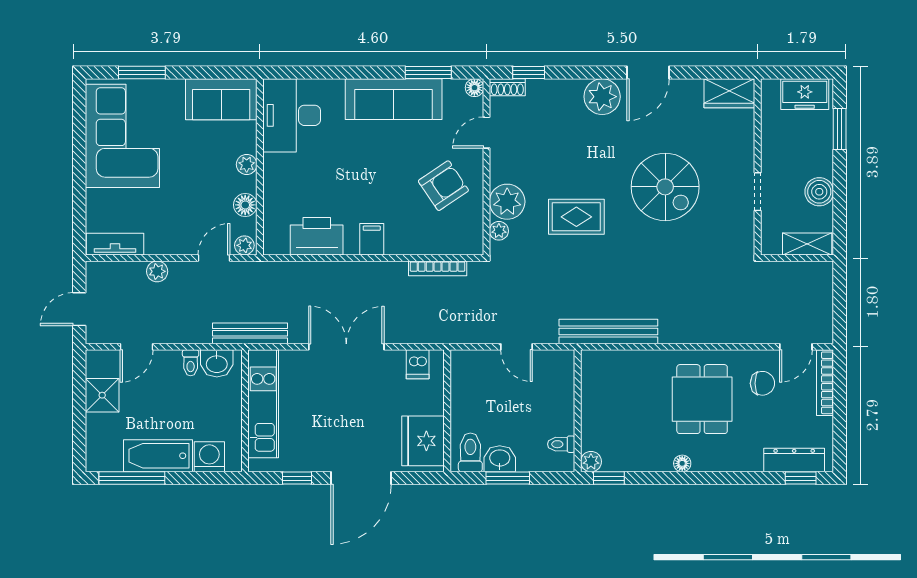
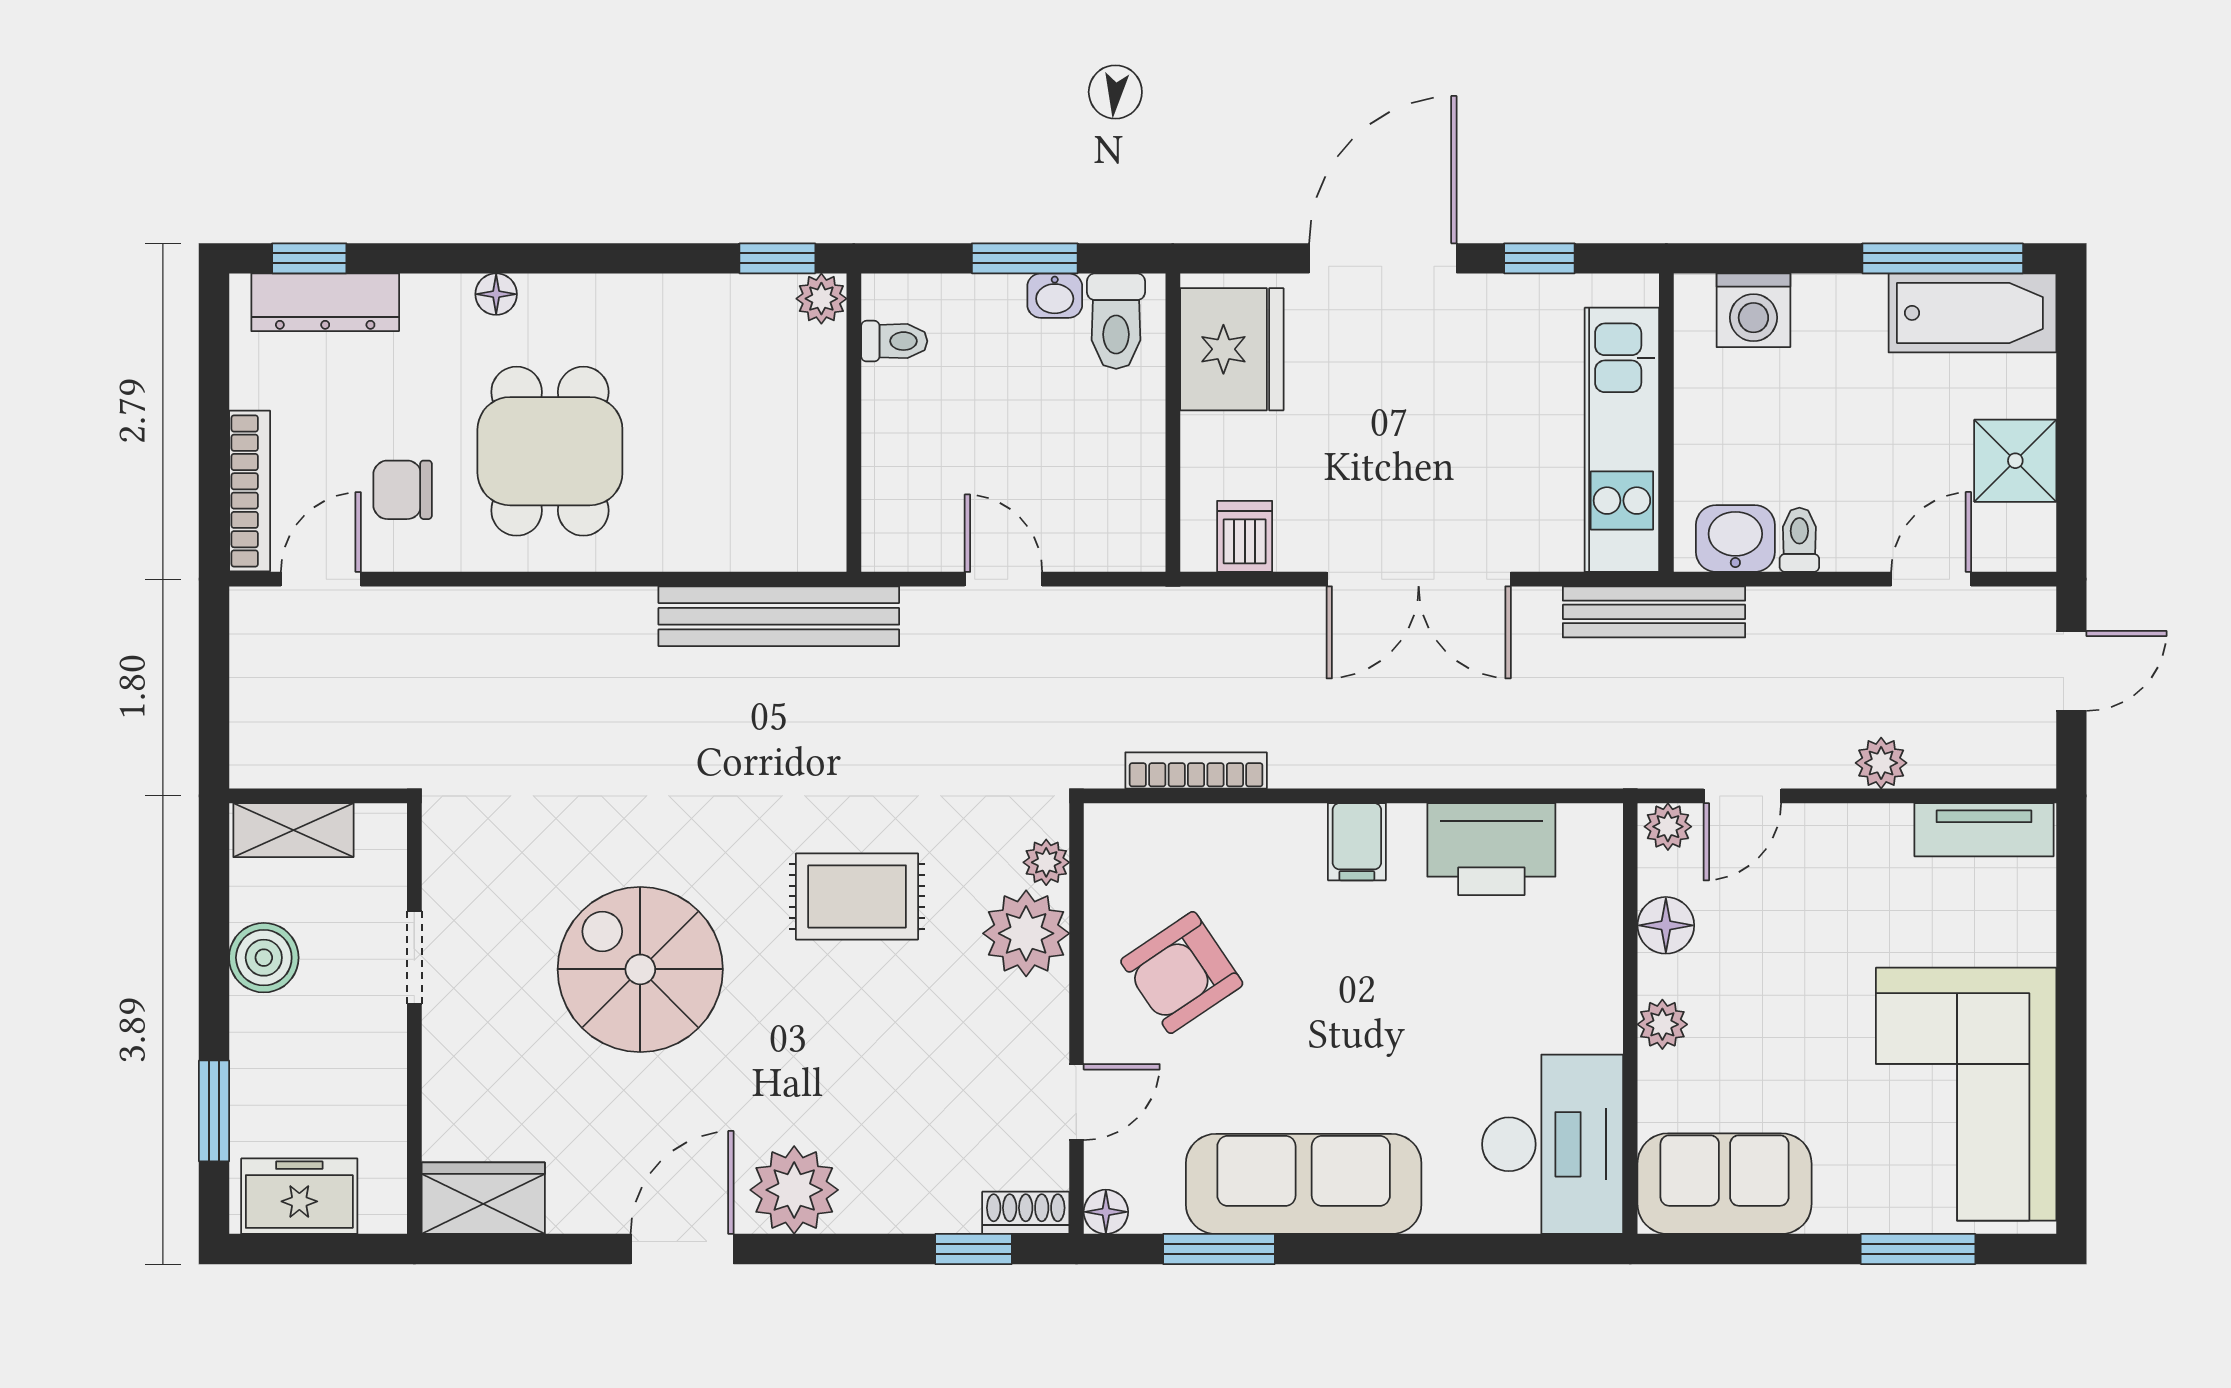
bathtub: (158, 456) -> (1972, 313), moved
washbasin: (500, 459) -> (1055, 296), width x0.72, depth x0.69
floor lamp: (682, 463) -> (496, 294), moved

